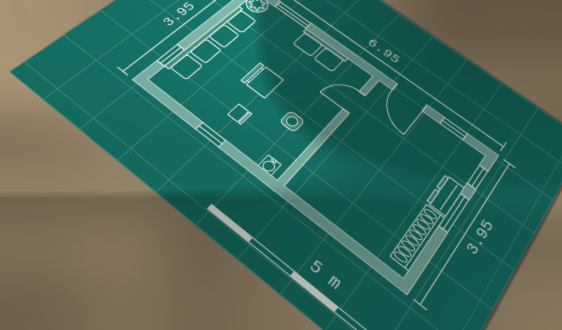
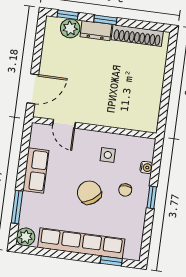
chair: (262, 80) -> (89, 193), turned -35
window: (454, 129) -> (38, 47), removed
water cooler: (270, 165) -> (146, 167), moved
plant: (461, 170) -> (70, 28), added
window: (454, 213) -> (105, 20), width x0.67

